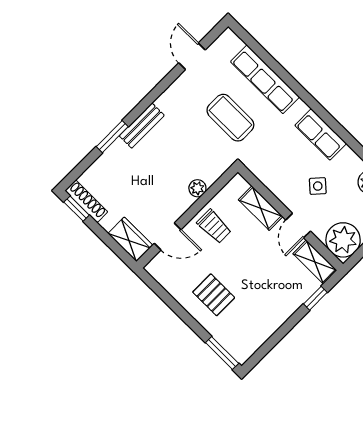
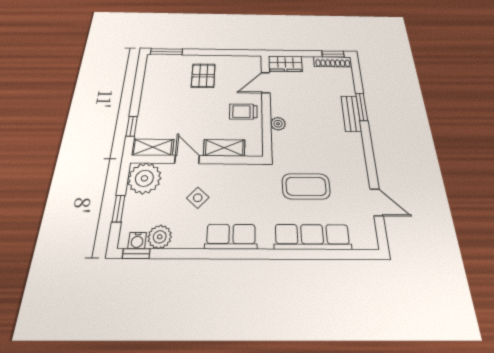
bench: (142, 126) -> (351, 114), moved
pallet: (214, 295) -> (203, 76), turned 90

